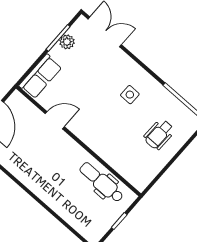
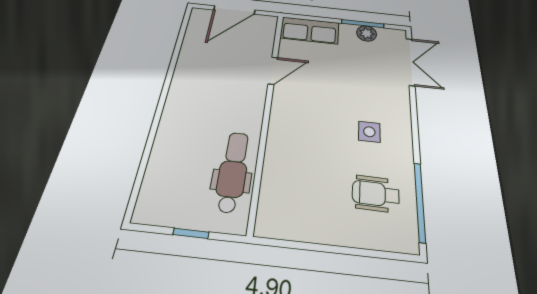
door: (55, 120) -> (273, 71), hinge flipped
wheelchair: (159, 134) -> (376, 194), moved

